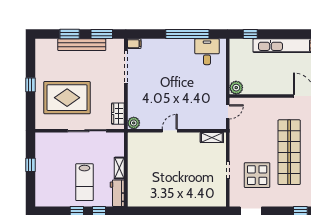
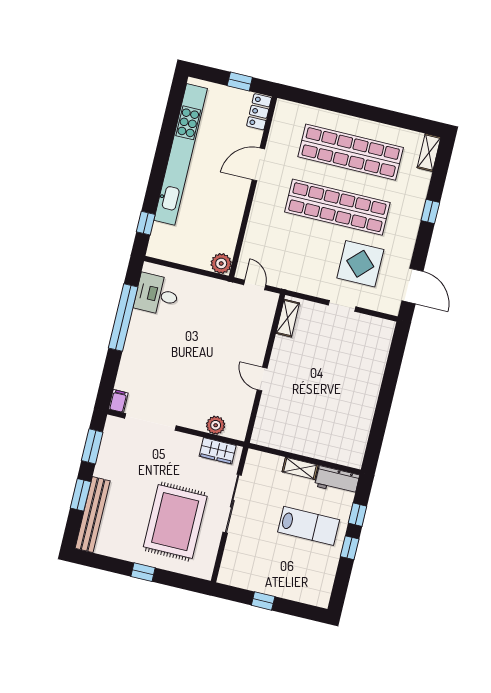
bench: (82, 45) -> (93, 515), moved
plant: (134, 123) -> (216, 425), moved

